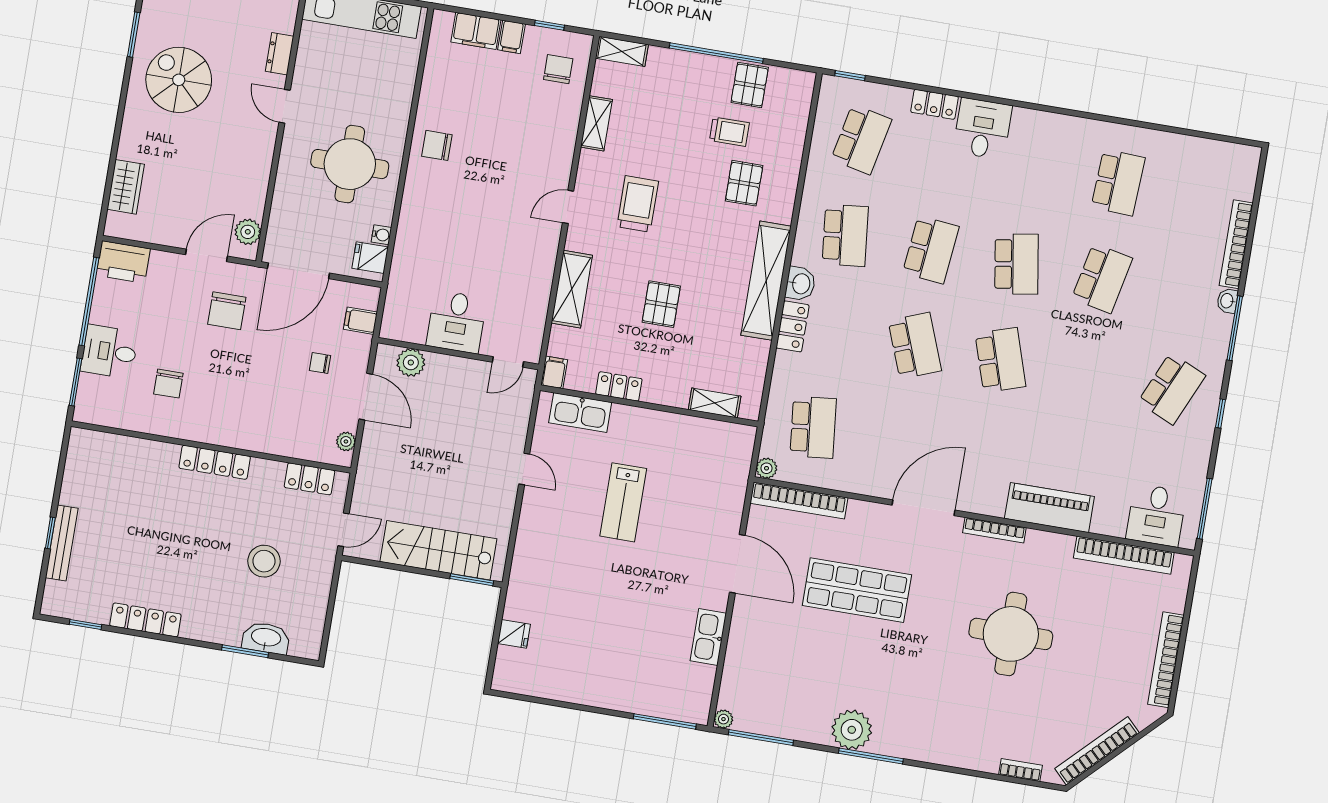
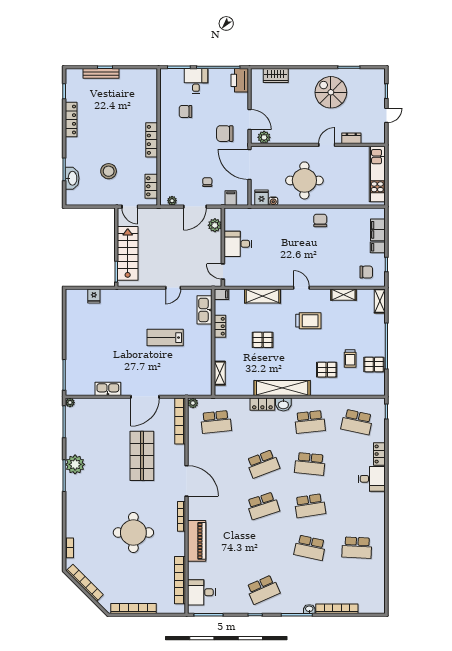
spiral stairs: (179, 80) -> (331, 92), turned -90
school desk: (1172, 389) -> (263, 590), turned -48

